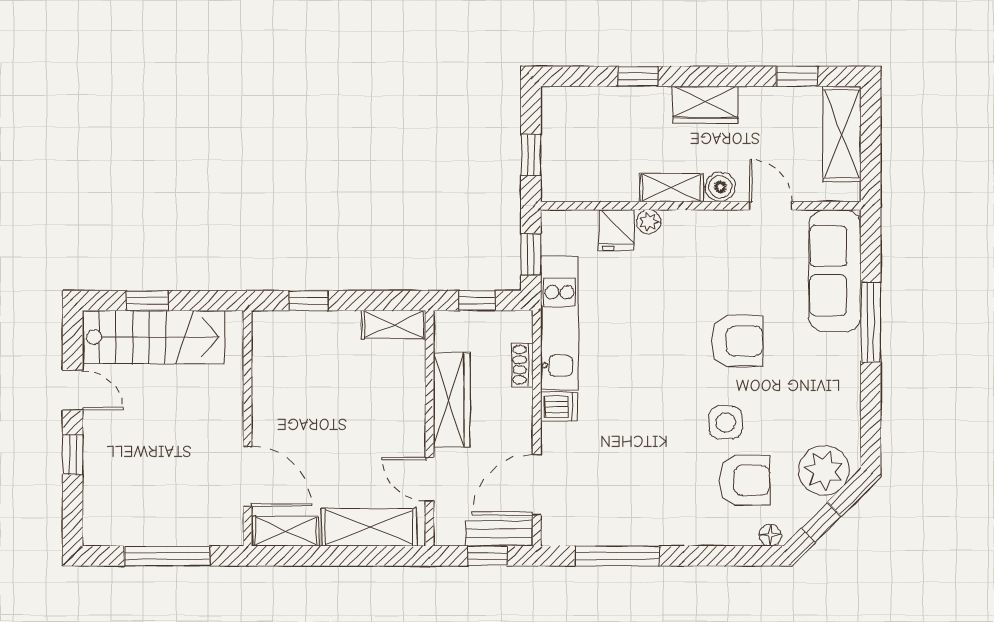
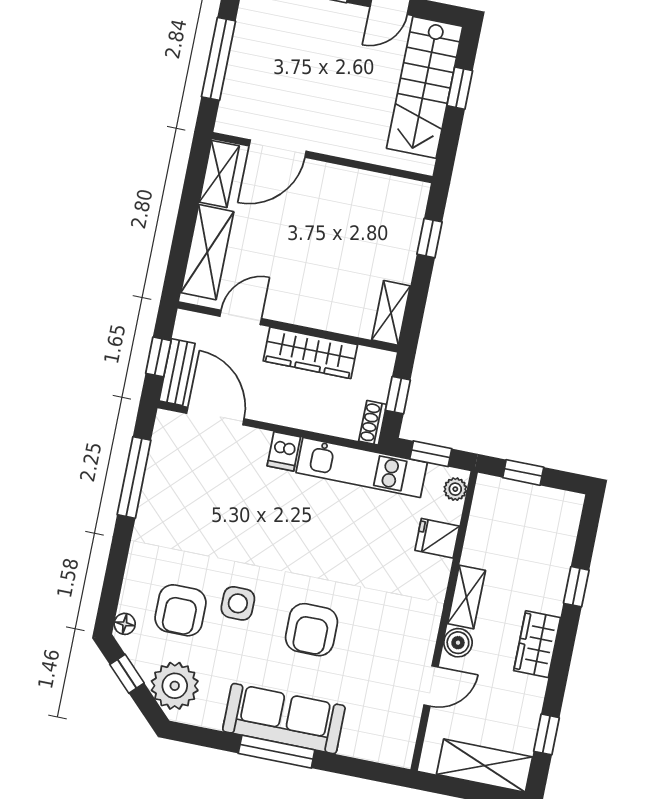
plant: (649, 222) -> (455, 489), moved
sofa: (835, 271) -> (284, 719), moved
window: (871, 322) -> (277, 752), moved
shoe rack: (522, 365) -> (373, 423), moved, turned -90

